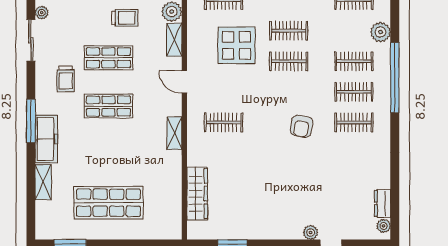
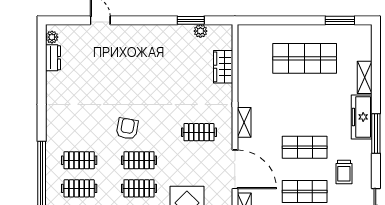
trolley: (66, 79) -> (344, 172), turned 180
door: (184, 82) -> (235, 169), width x1.87
clothes rail: (354, 122) -> (139, 160), moved
wardrobe: (197, 194) -> (223, 67), width x0.67
plant: (311, 232) -> (200, 31), moved

